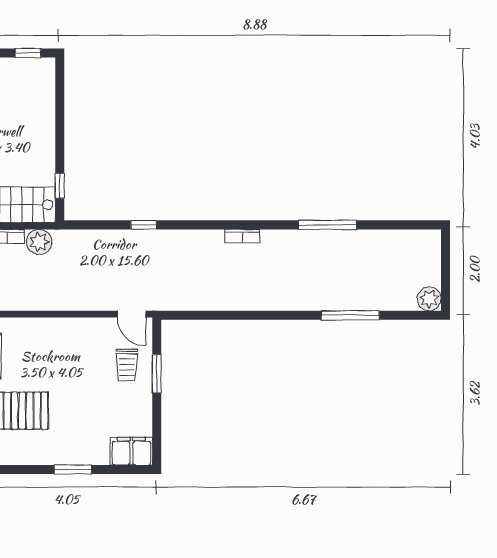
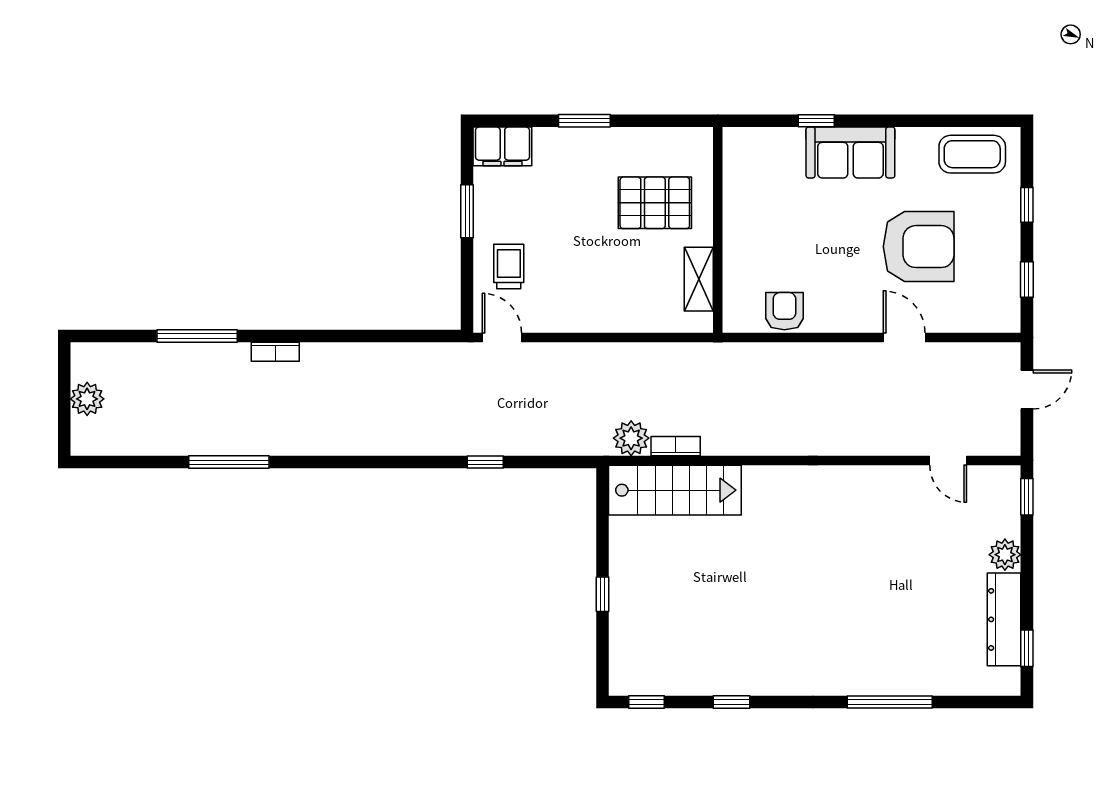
window: (60, 186) -> (602, 594), moved
bookcase: (242, 236) -> (275, 352), moved, turned 180
plant: (429, 299) -> (87, 399), moved
window: (157, 374) -> (467, 211), moved

